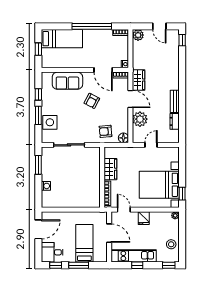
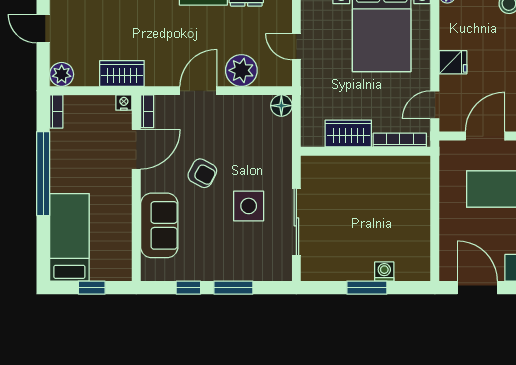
door: (159, 26) -> (43, 29), swing flipped
wardrobe: (139, 80) -> (122, 73), moved
side table: (50, 122) -> (249, 206), moved
armchair: (105, 131) -> (268, 144), removed
window: (38, 165) -> (367, 288), moved

